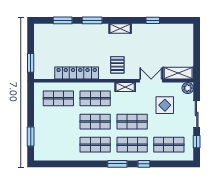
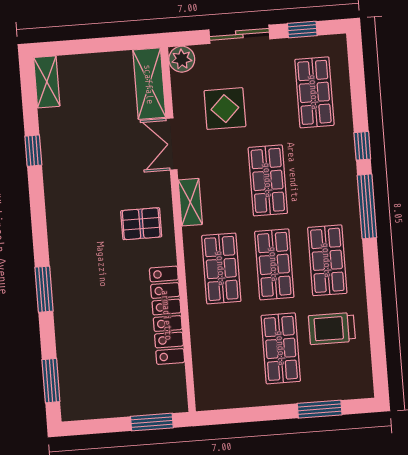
window: (63, 20) -> (51, 381), moved
shelving: (120, 28) -> (47, 82), moved
shop shelf: (58, 98) -> (281, 348), moved
trolley: (65, 144) -> (332, 328), added
shop shelf: (132, 145) -> (321, 176), removed
window: (117, 164) -> (367, 206), width x1.44

